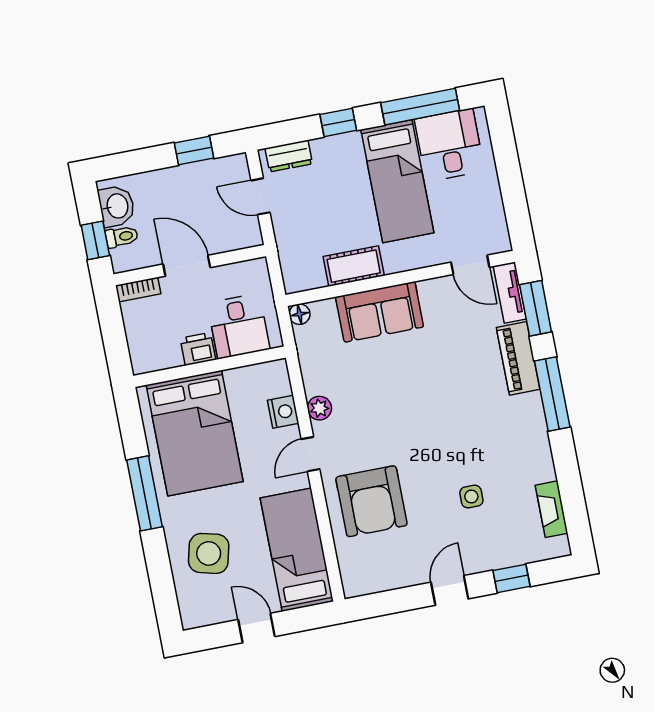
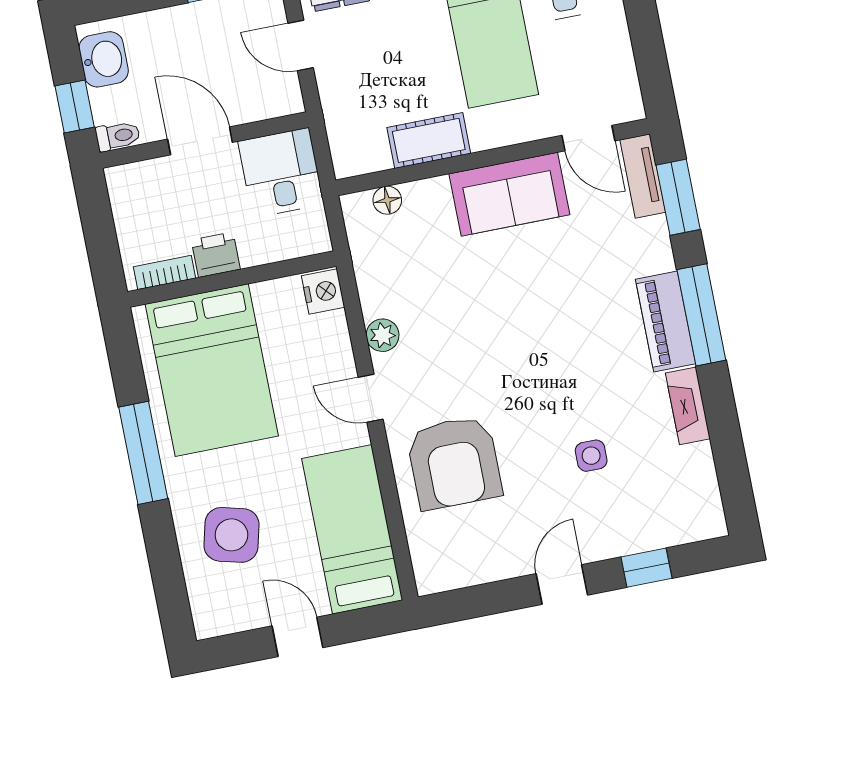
toilet: (122, 237) -> (118, 136), moved
bookcase: (138, 290) -> (164, 272), moved, turned 180
sofa: (380, 312) -> (509, 194), moved
floor lamp: (300, 314) -> (387, 200), moved
desk: (239, 326) -> (281, 173), moved, turned 180
piano: (518, 358) -> (665, 321), moved
nightstand: (283, 412) -> (323, 291), moved
door: (311, 454) -> (371, 398), hinge flipped
fireplace: (552, 509) -> (688, 406), moved

